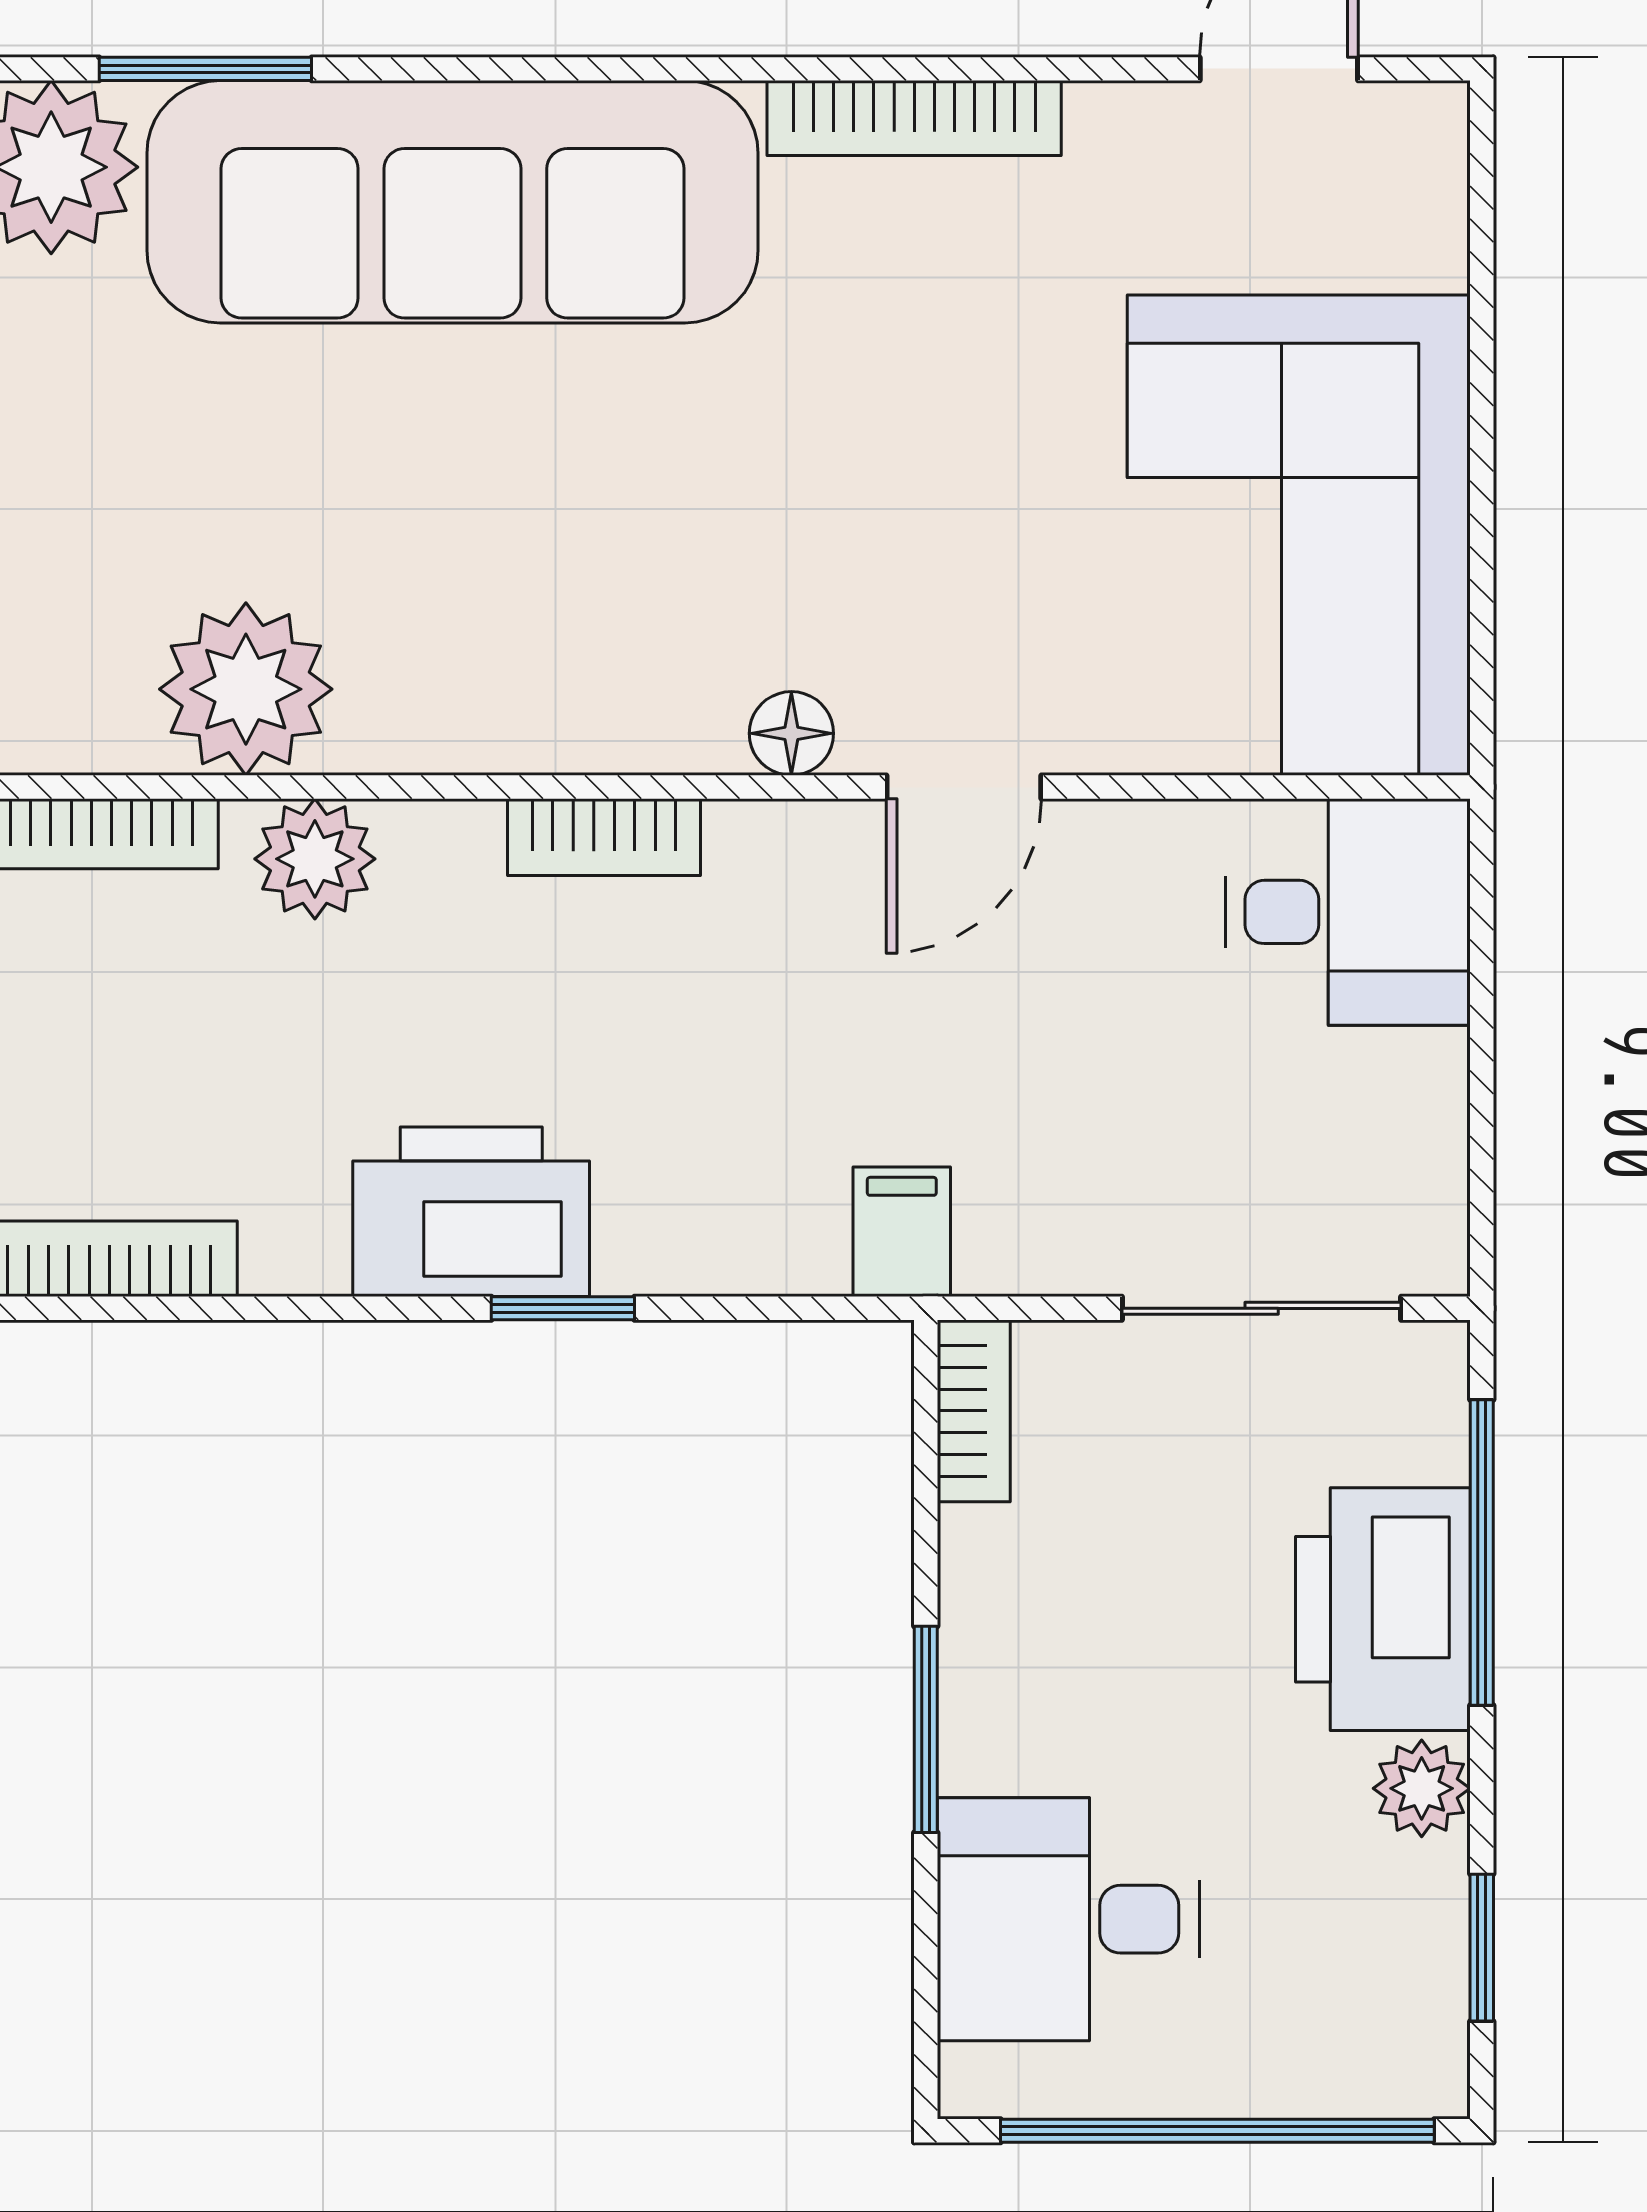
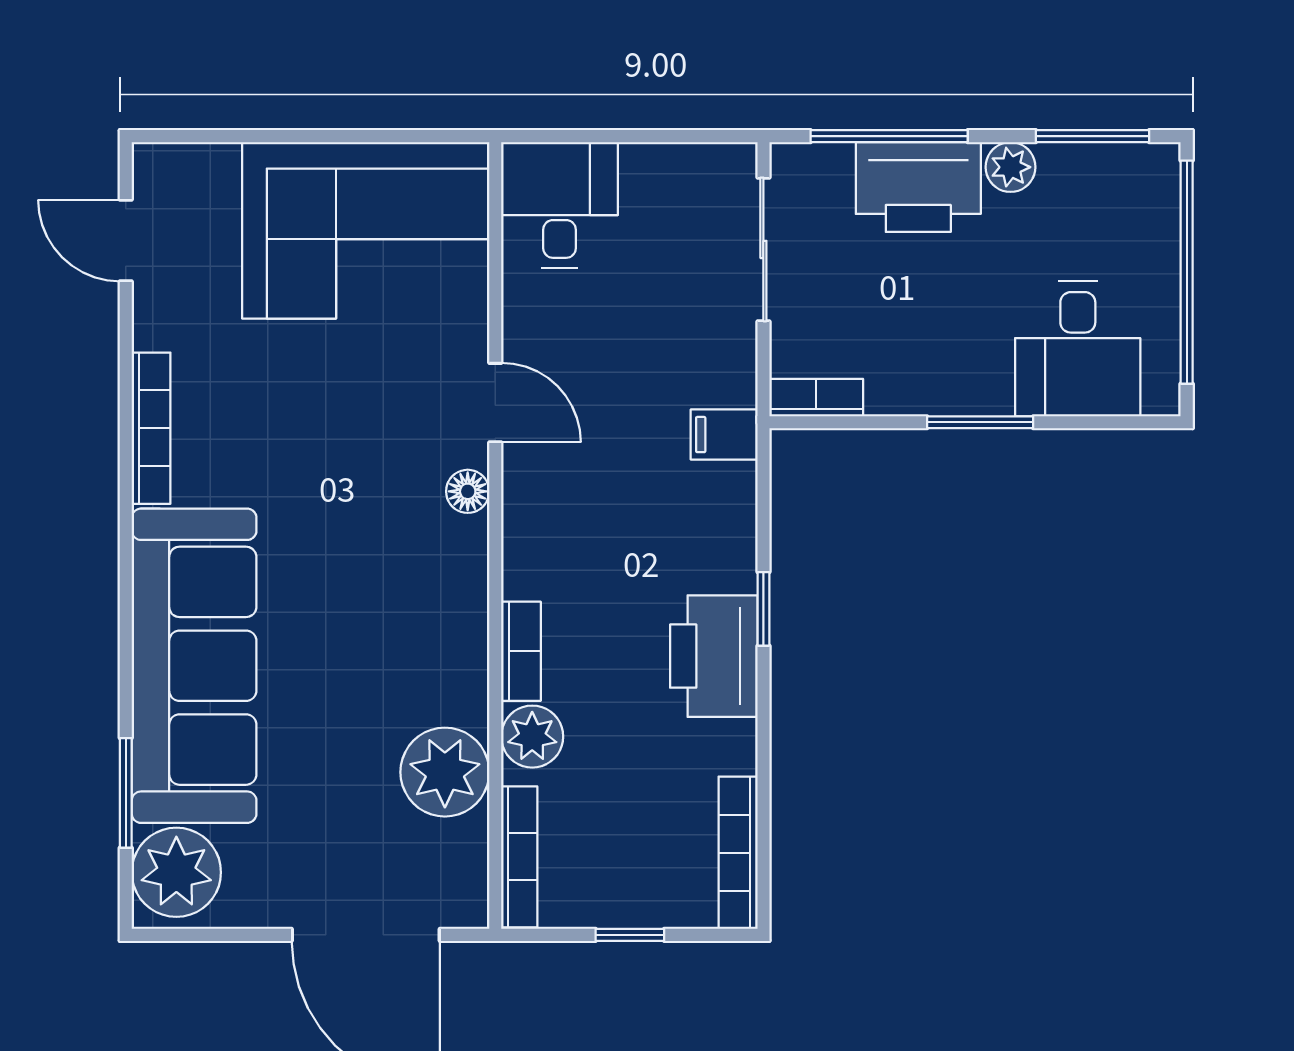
bookcase: (604, 837) -> (521, 651), moved
window: (1482, 1948) -> (1092, 136), width x1.50

